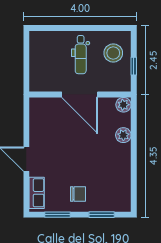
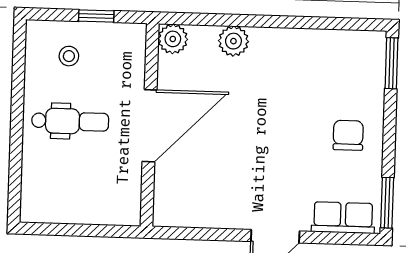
stool: (113, 53) -> (69, 56), width x0.53, depth x0.53
window: (58, 215) -> (387, 203), moved
window: (102, 215) -> (392, 63), moved

